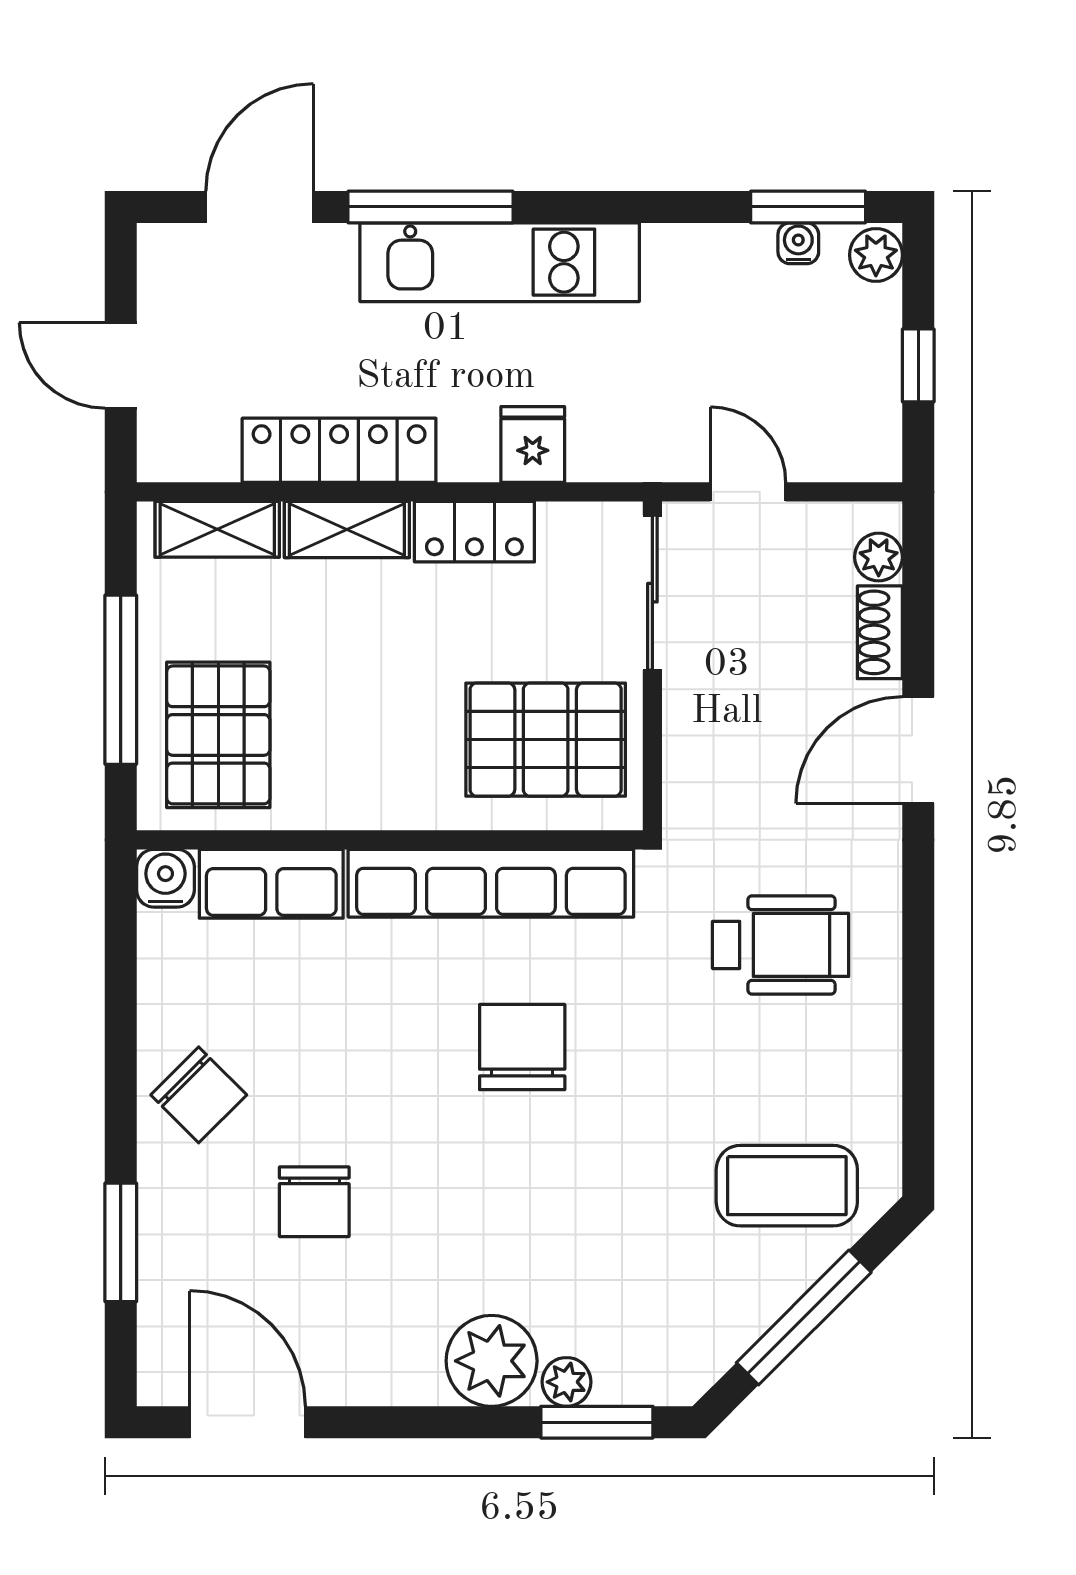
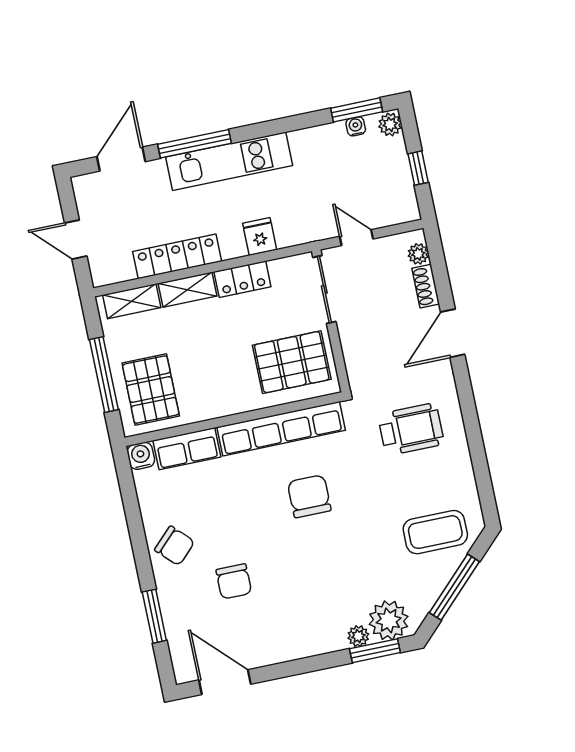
plant: (492, 1361) -> (389, 620), moved

